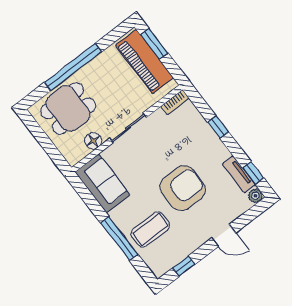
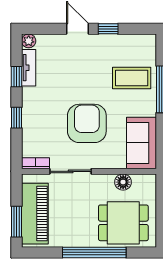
sliding door: (128, 128) -> (71, 171), moved
window: (253, 173) -> (16, 77), moved
armchair: (183, 188) -> (87, 123), moved, turned 90
window: (184, 266) -> (108, 29), moved

